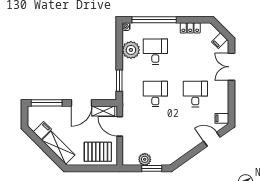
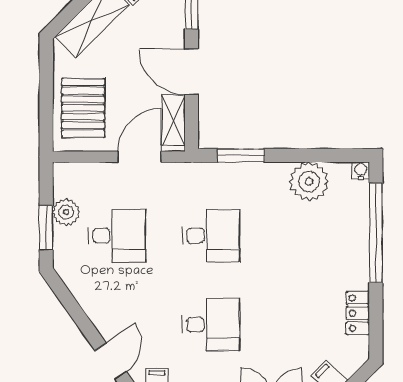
desk: (155, 52) -> (117, 236), moved

